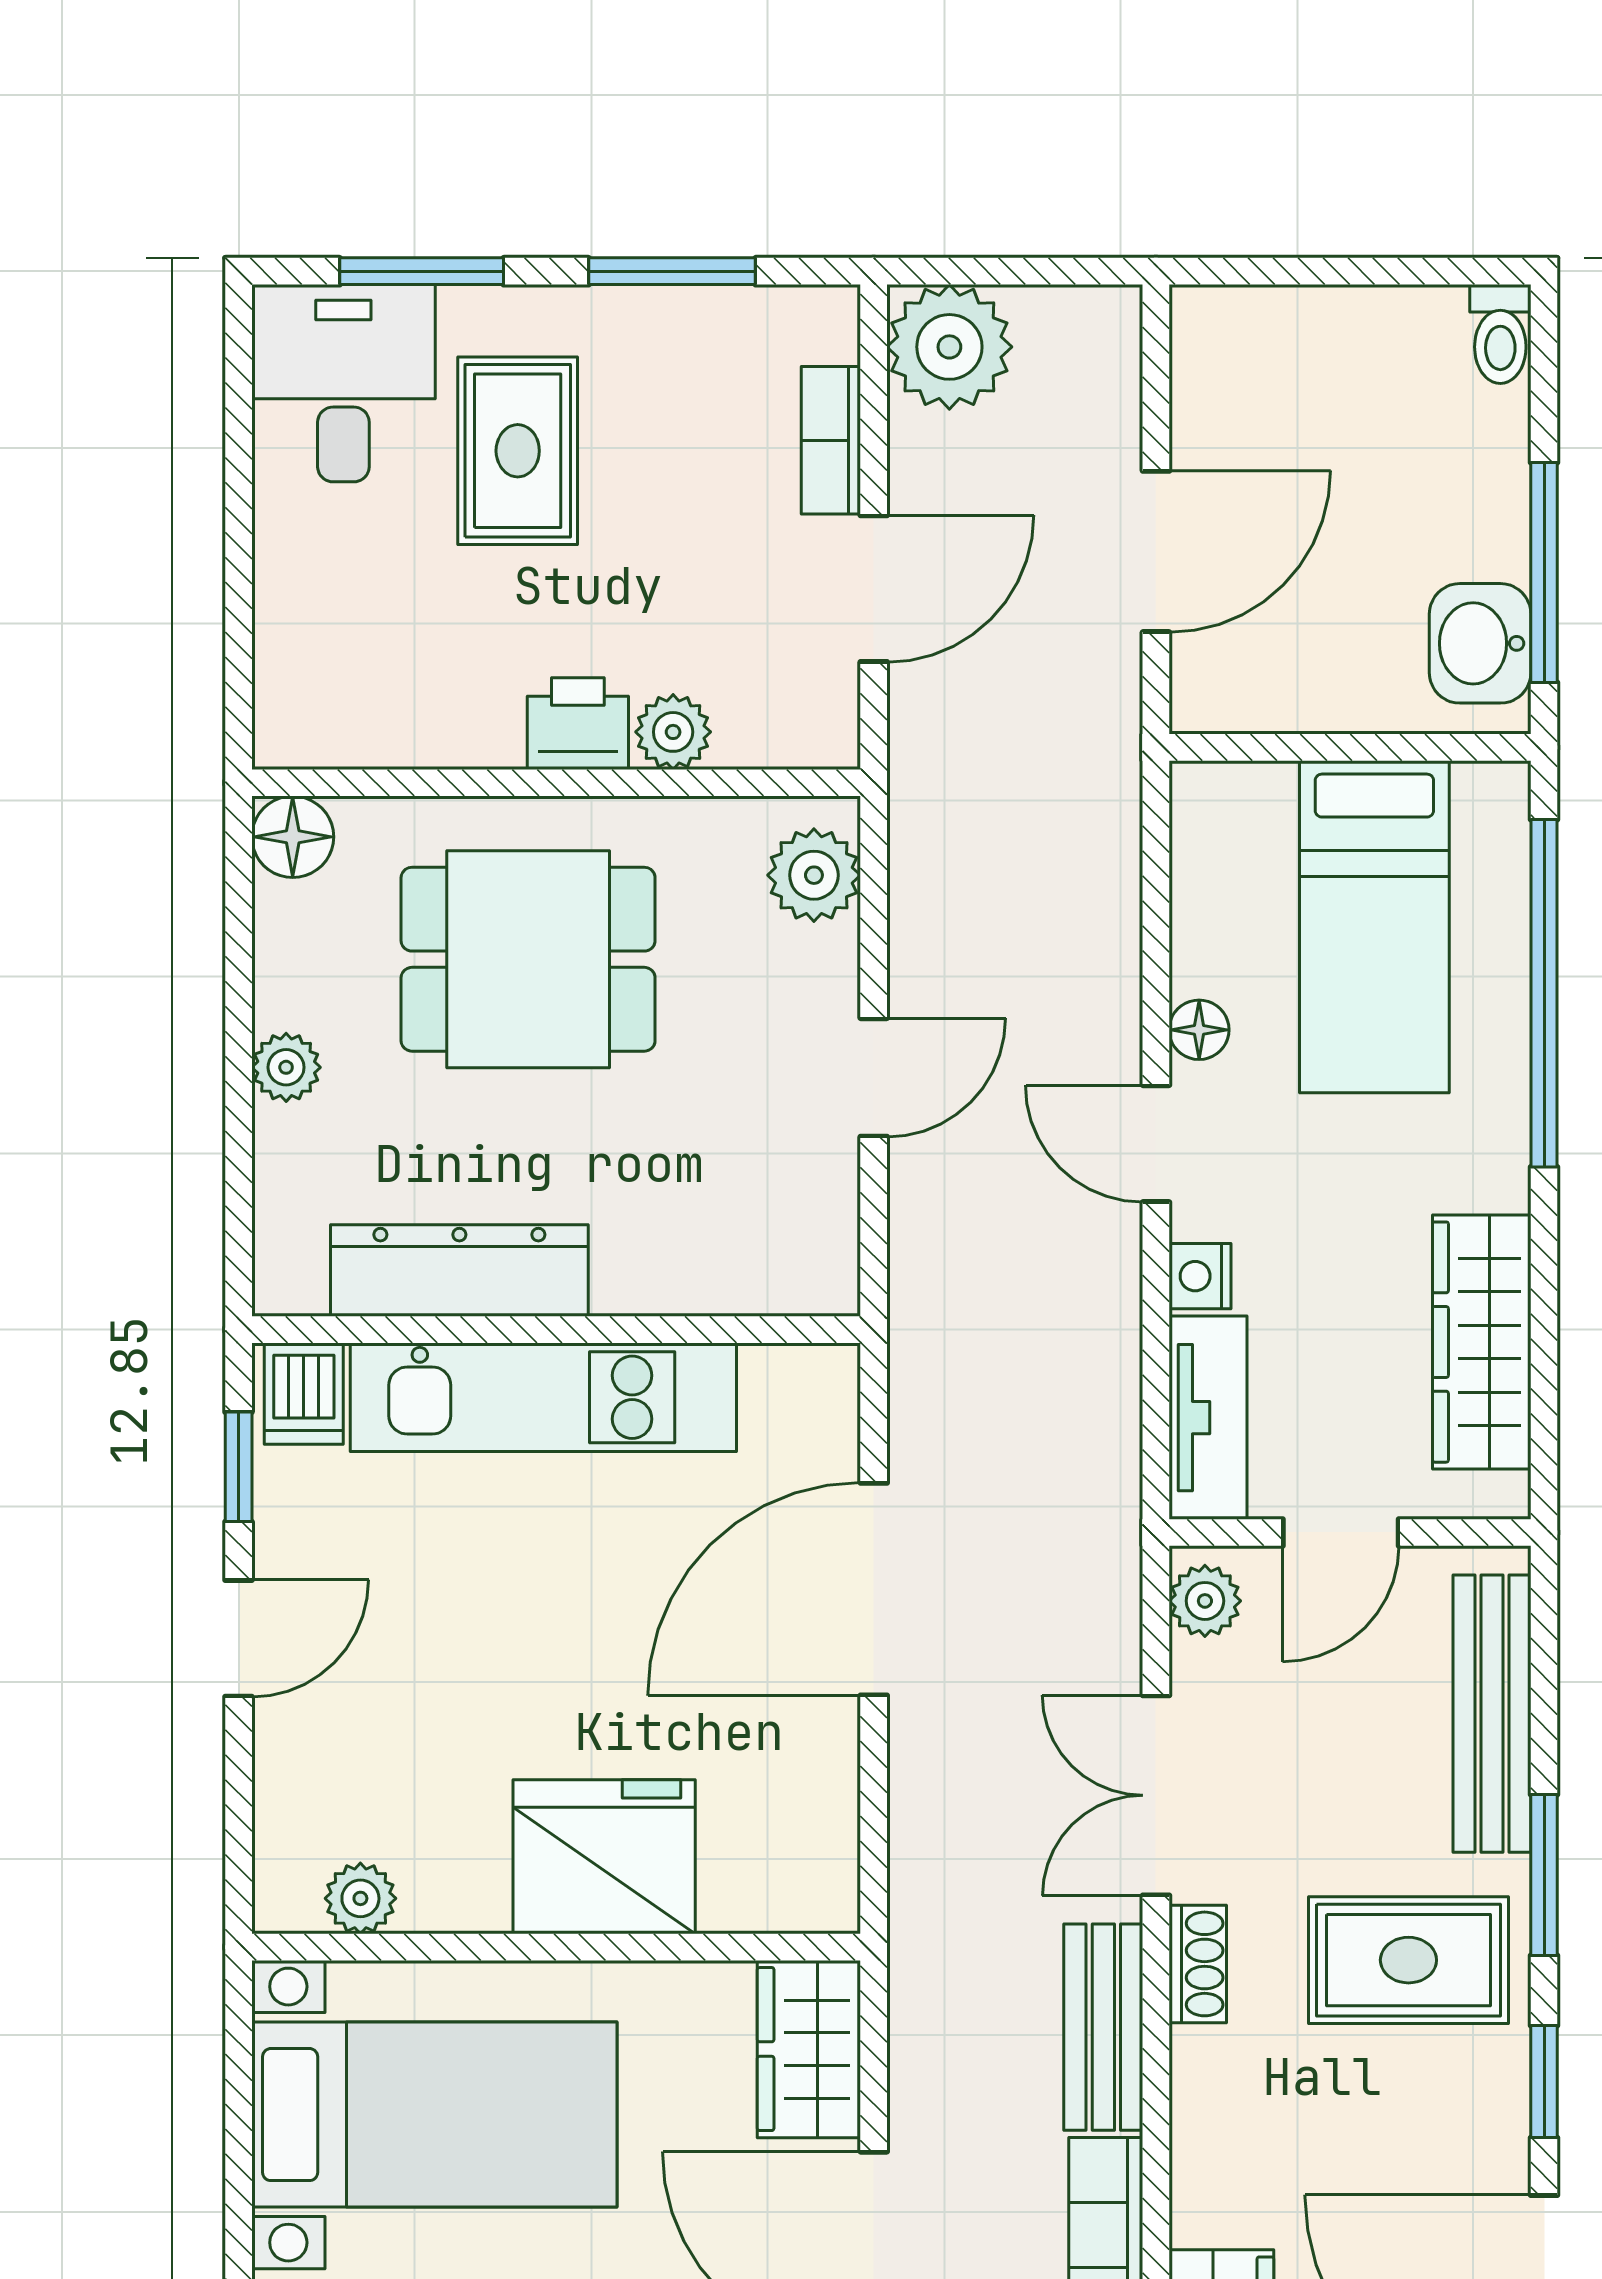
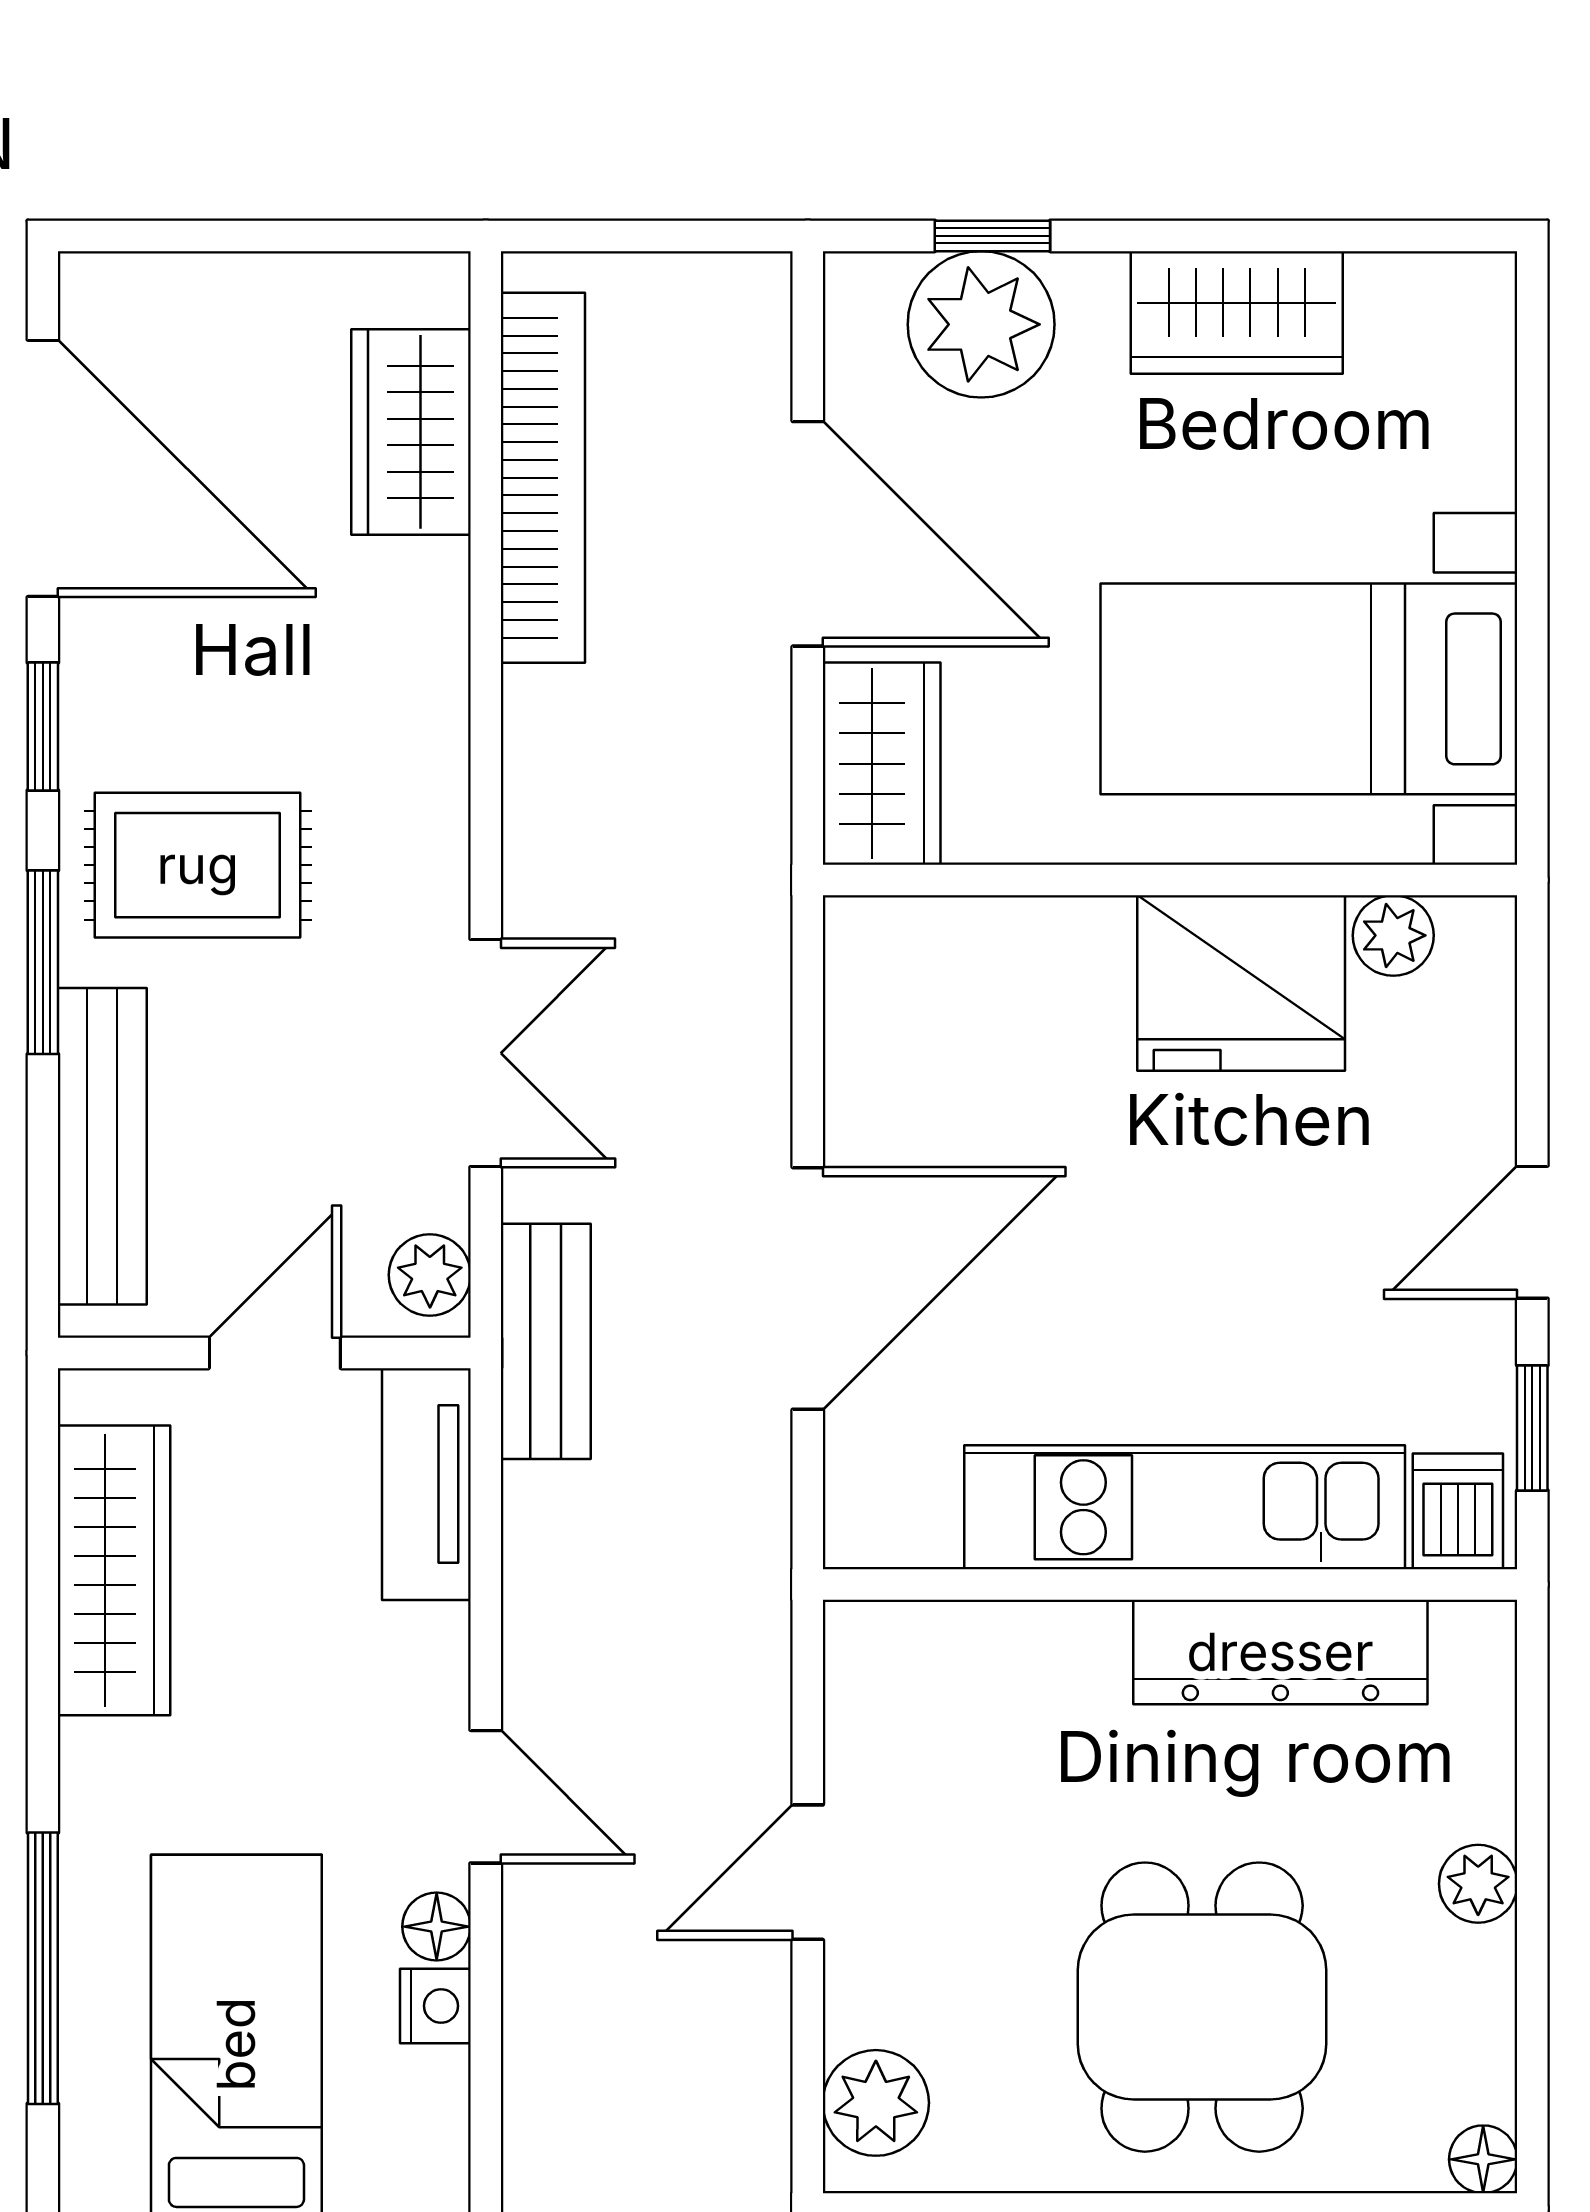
floor lamp: (293, 837) -> (1483, 2159), width x0.73, depth x0.73
dining table: (528, 959) -> (1202, 2007), turned 90
window: (1544, 993) -> (43, 1968), width x0.68
nightstand: (1200, 1276) -> (435, 2006), moved
fridge: (604, 1857) -> (1241, 983), moved
shoe rack: (1198, 1964) -> (438, 861), removed
bench: (1103, 2027) -> (546, 1341), moved

